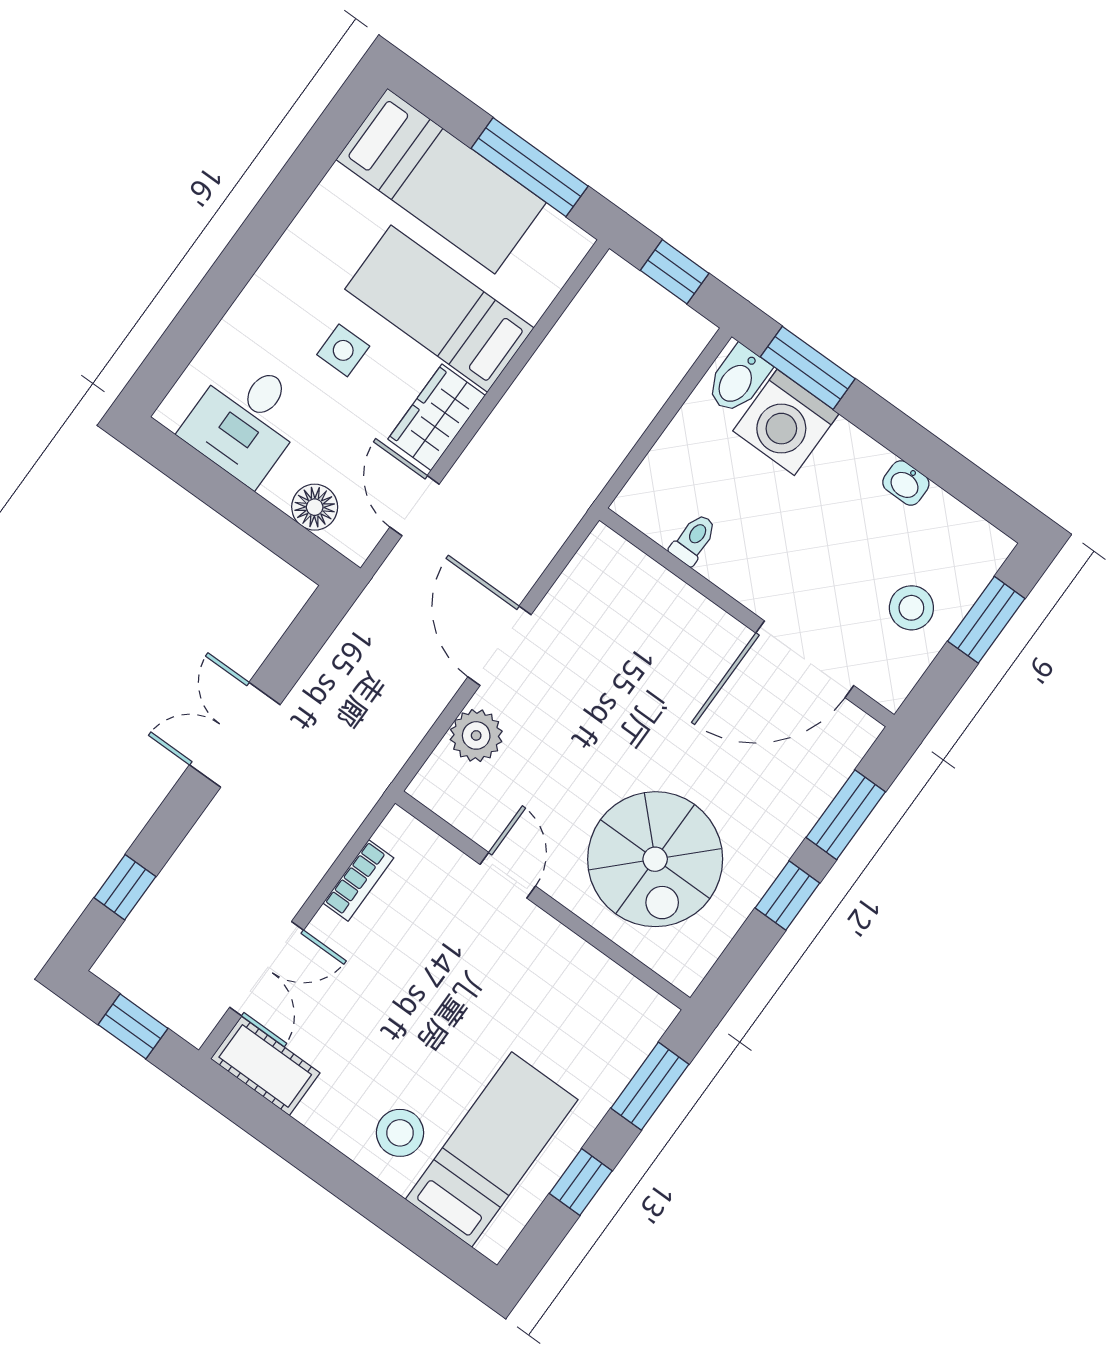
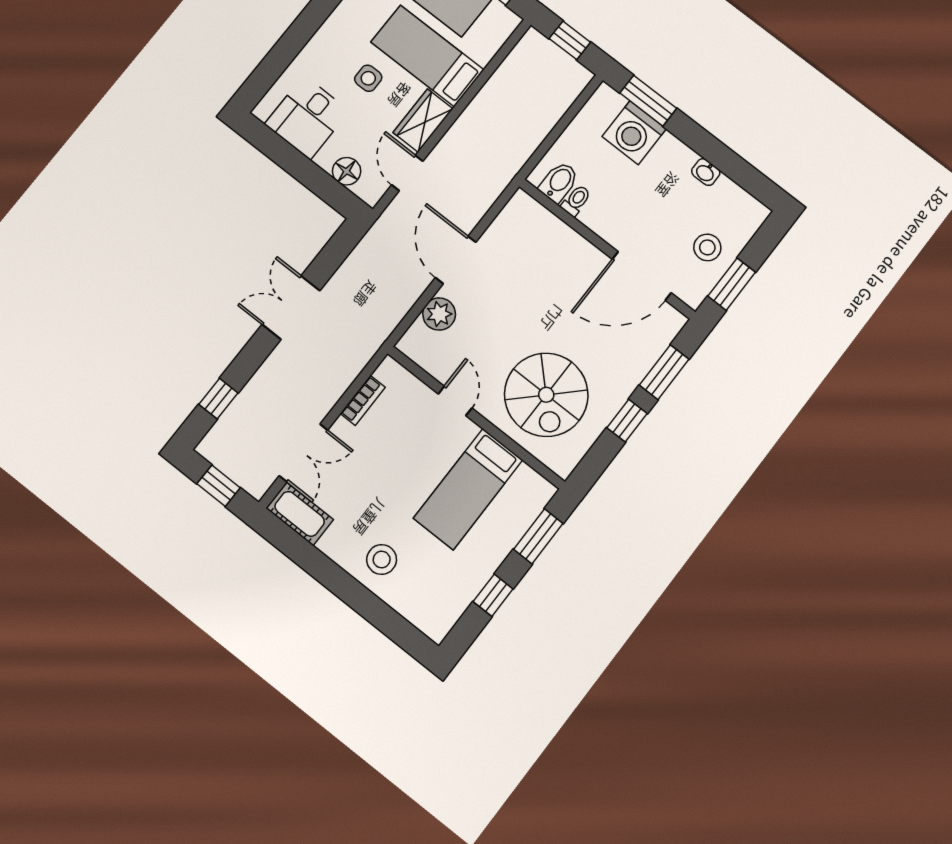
bidet: (738, 380) -> (559, 182), moved, turned 180
window: (986, 620) -> (732, 284), moved
bed: (492, 1150) -> (468, 489), moved, turned 180

